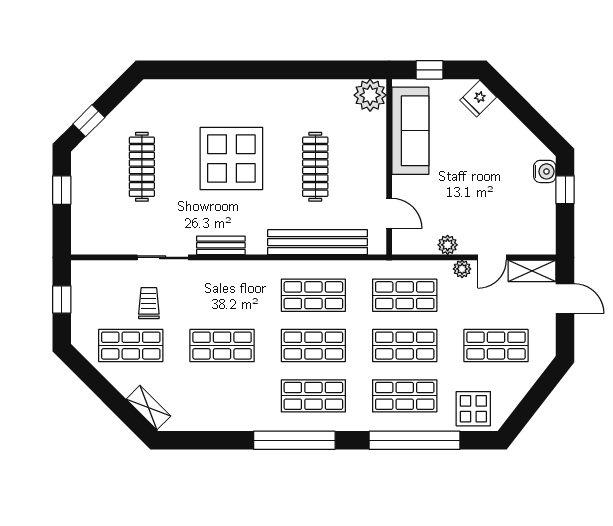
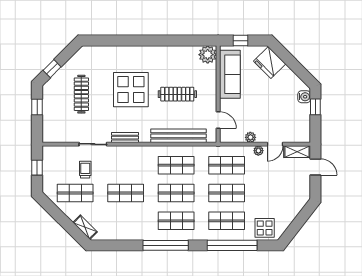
fridge: (478, 99) -> (270, 62), width x1.88, depth x1.34
clothes rail: (315, 167) -> (177, 94), turned 90
shop shelf: (496, 346) -> (277, 193), removed

